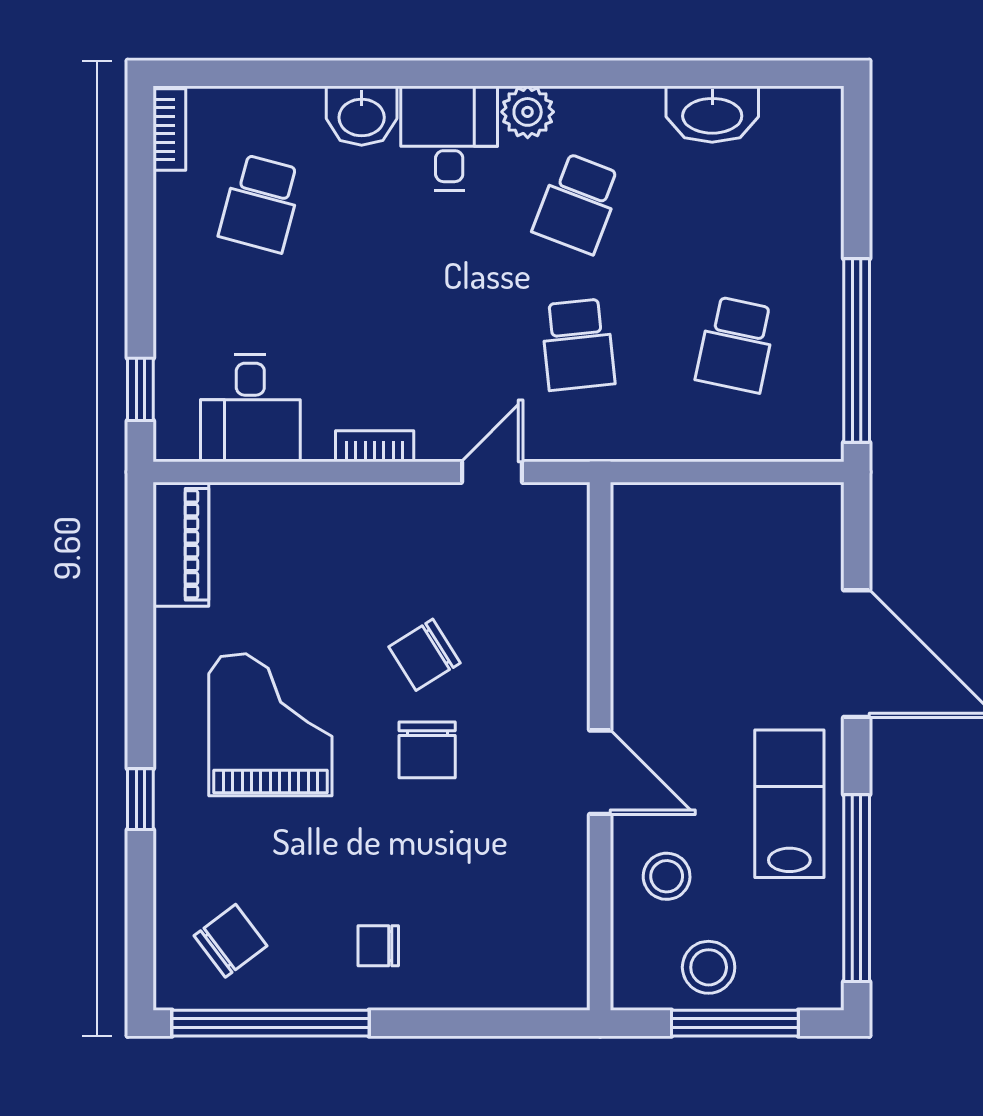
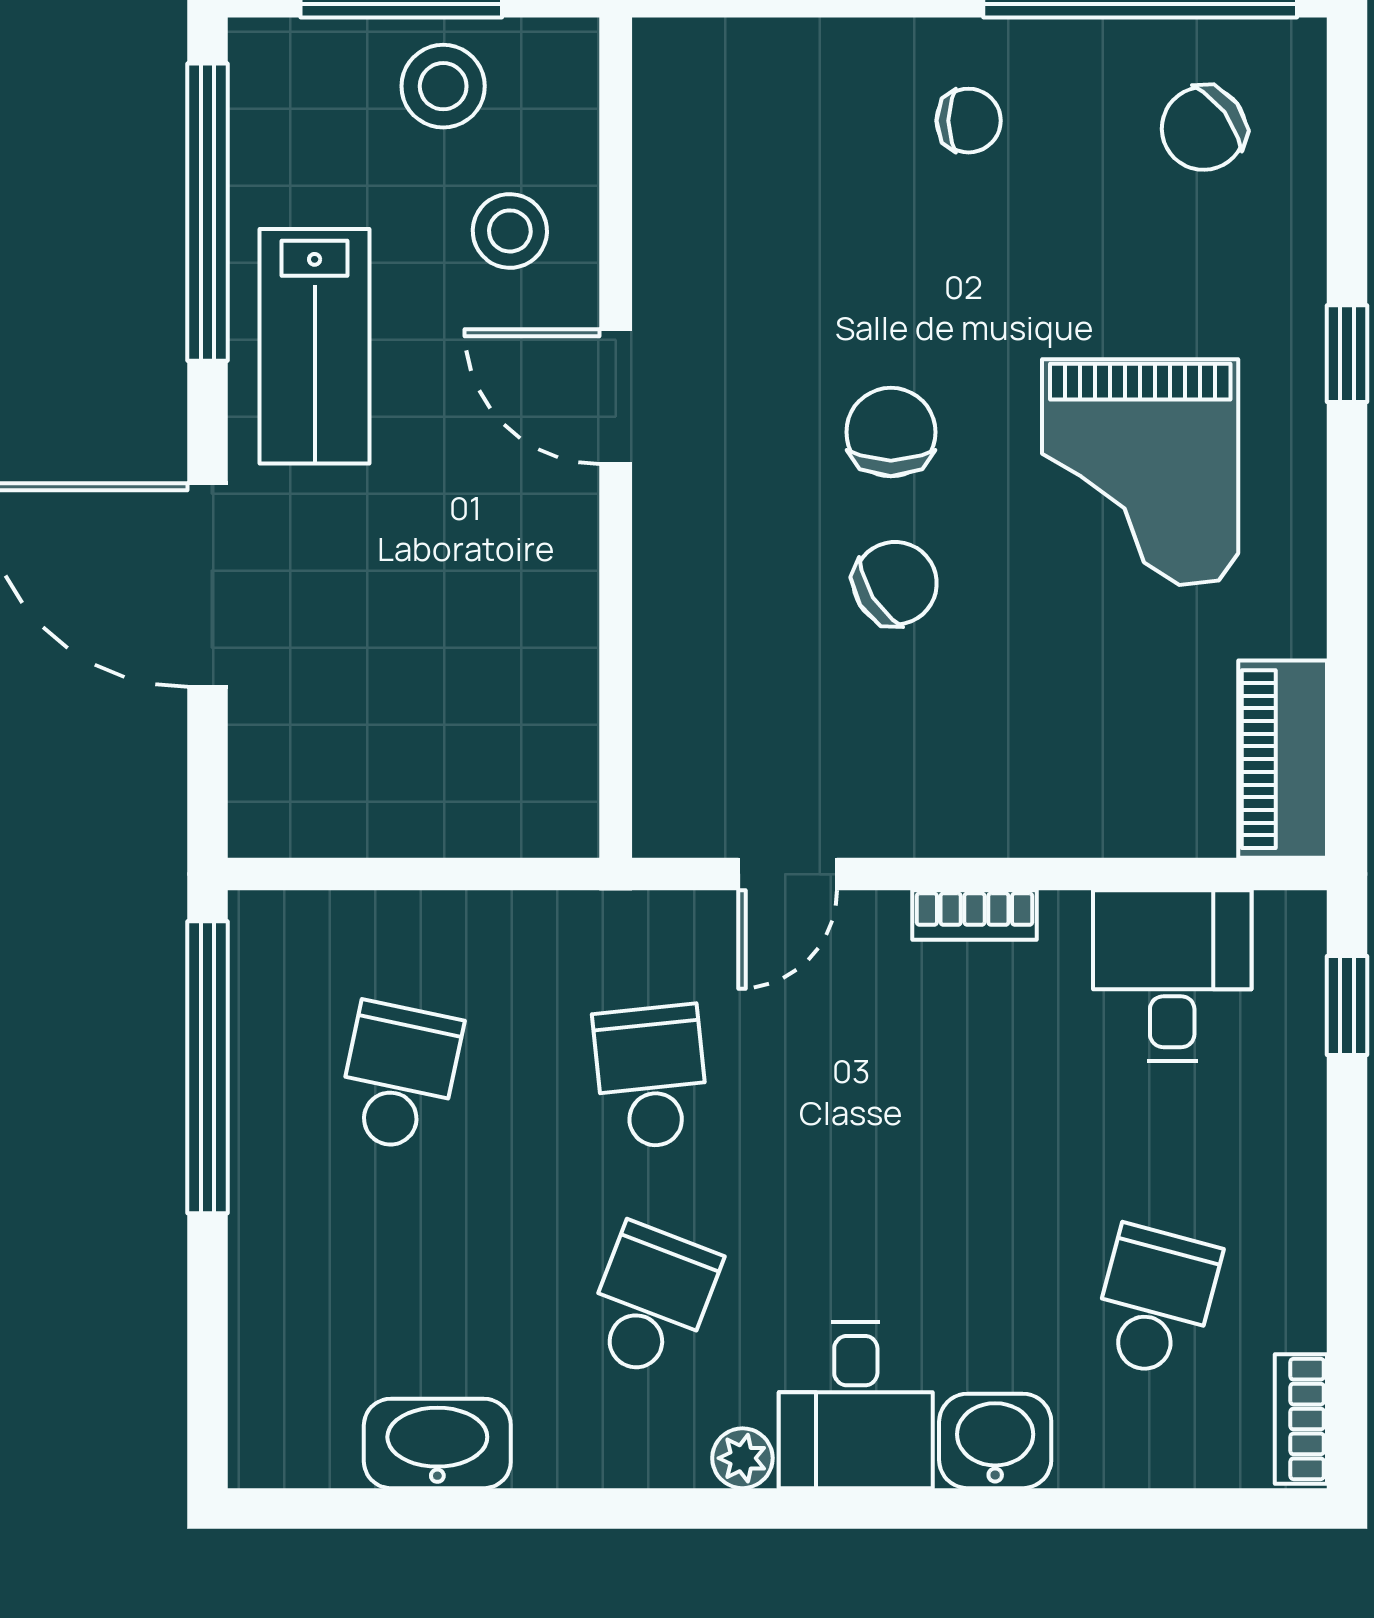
plant: (528, 112) -> (742, 1458), width x0.73, depth x0.73

